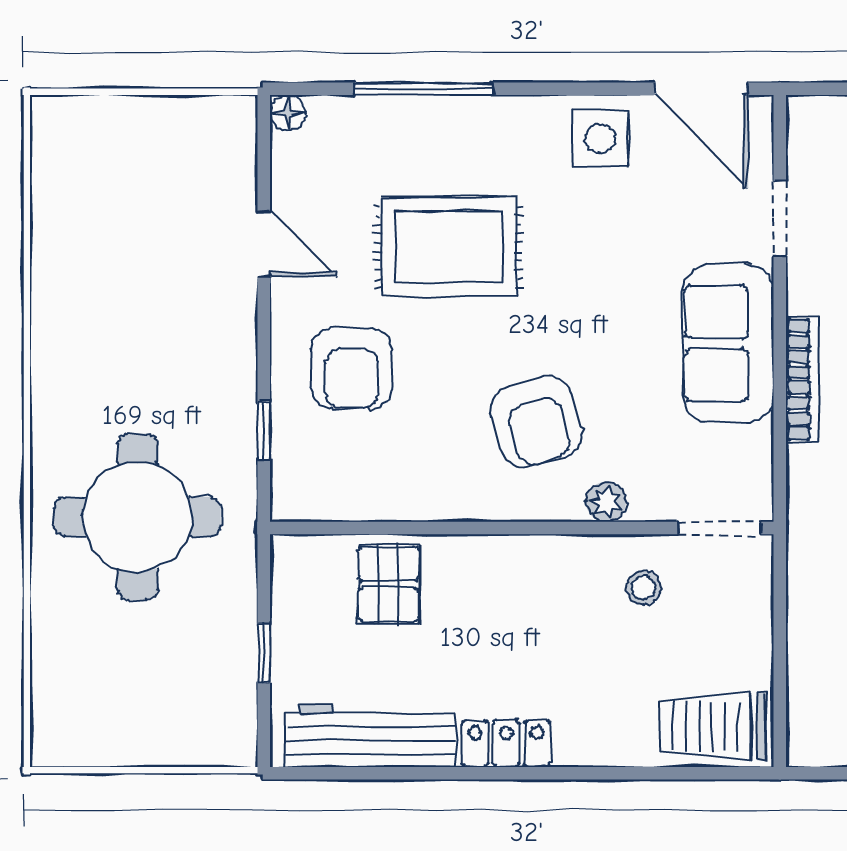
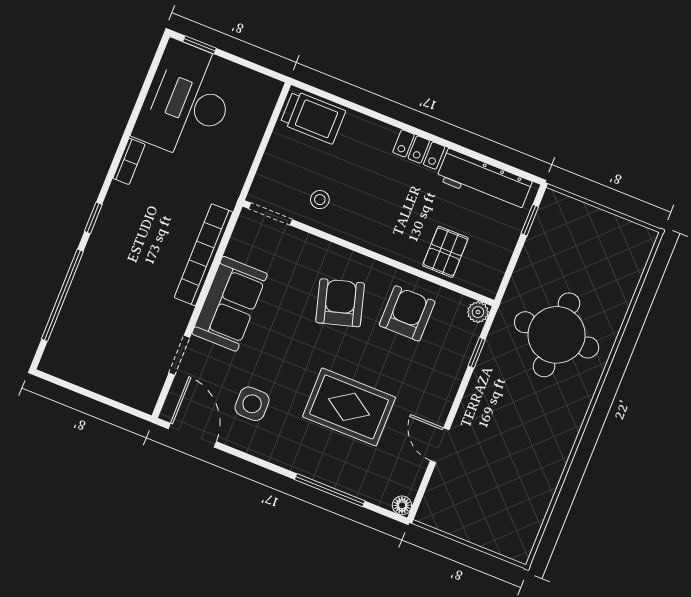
side table: (600, 138) -> (252, 404), moved
armchair: (352, 368) -> (407, 313), moved
bookcase: (802, 380) -> (204, 255), width x1.48, depth x1.31
plant: (606, 502) -> (478, 312), moved
window: (264, 653) -> (530, 220), moved

